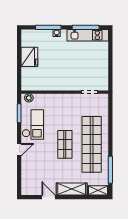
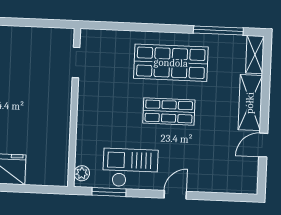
shop shelf: (92, 144) -> (171, 63), width x0.71
door: (19, 150) -> (175, 195), hinge flipped

